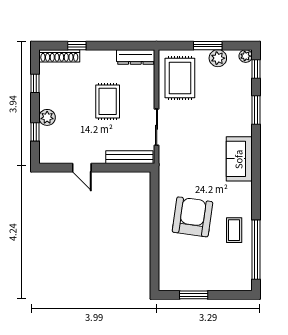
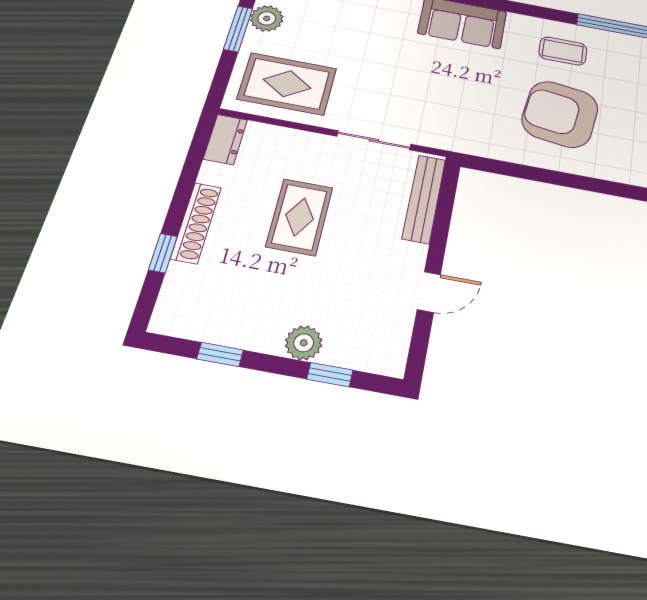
shoe rack: (59, 56) -> (196, 223), moved
dresser: (136, 57) -> (225, 139), width x0.70
rug: (108, 101) -> (300, 217), turned 90
coffee table: (234, 230) -> (563, 51), moved

